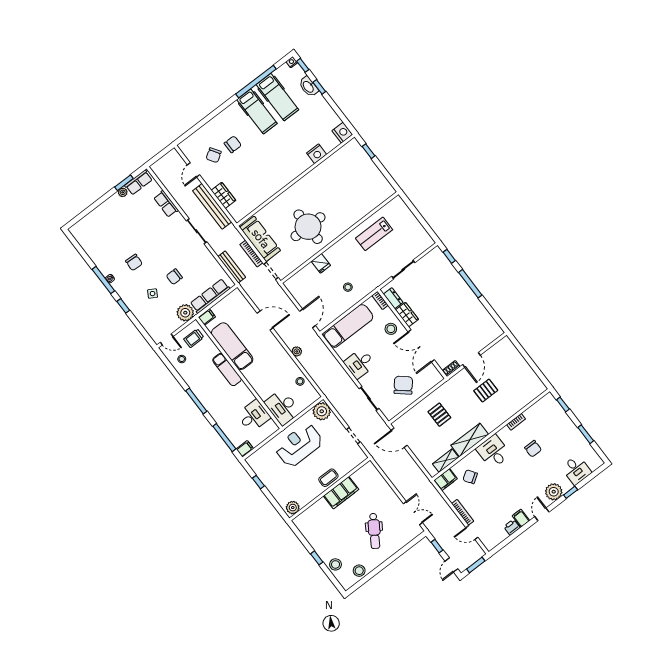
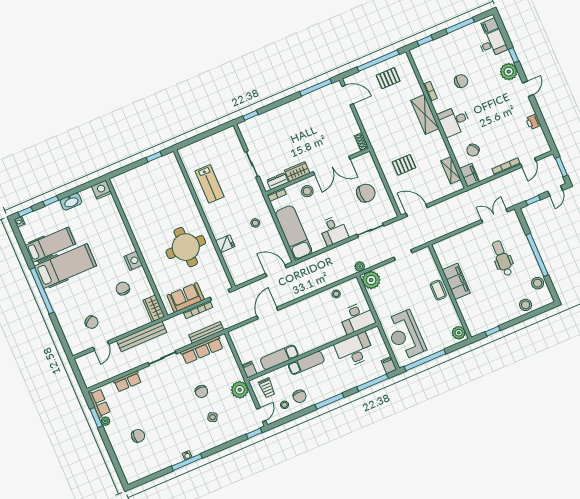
window: (256, 82) -> (42, 291), moved
washbasin: (308, 87) -> (71, 202), moved
hospital bed: (257, 111) -> (65, 266), width x1.37, depth x1.29
chair: (233, 144) -> (123, 289), moved
window: (369, 151) -> (154, 157), moved
nightstand: (317, 154) -> (133, 261), moved
door: (194, 170) -> (101, 346), hinge flipped
wardrobe: (223, 195) -> (154, 308), moved, turned -90
sofa: (260, 239) -> (186, 297), width x0.73
chair: (134, 262) -> (138, 436), moved
window: (470, 284) -> (316, 87), moved
row of seats: (210, 296) -> (202, 350), moved, turned -90
window: (123, 306) -> (254, 433), moved
exam couch: (232, 346) -> (279, 357), width x0.73, depth x0.69
plant: (297, 351) -> (360, 266), moved
door: (471, 360) -> (348, 95), moved
window: (532, 365) -> (378, 61), added
chair: (194, 371) -> (300, 396), added
chair: (403, 385) -> (366, 193), turned 140
pallet: (486, 391) -> (388, 78), moved, turned 90
desk: (254, 416) -> (354, 350), width x1.37
window: (586, 434) -> (460, 26), width x1.44
door: (399, 438) -> (417, 210), swing flipped
shelving: (470, 440) -> (425, 114), moved
reception desk: (299, 445) -> (405, 335), moved
window: (258, 482) -> (425, 360), width x3.17
door: (542, 514) -> (528, 89), swing flipped
filing cabinet: (521, 518) -> (490, 26), moved
dental chair: (374, 531) -> (502, 258), turned -121
window: (317, 558) -> (493, 331), moved
window: (386, 563) -> (537, 255), added
door: (451, 565) -> (555, 191), hinge flipped

